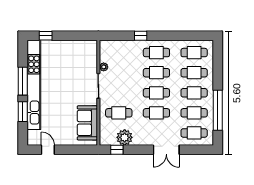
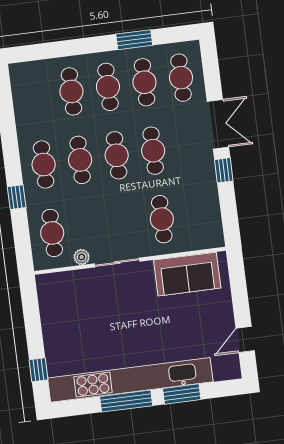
cafe table: (194, 53) -> (52, 233), moved
window: (218, 110) -> (134, 40), width x0.47
plant: (125, 137) -> (205, 203), removed
window: (117, 150) -> (224, 170), moved

